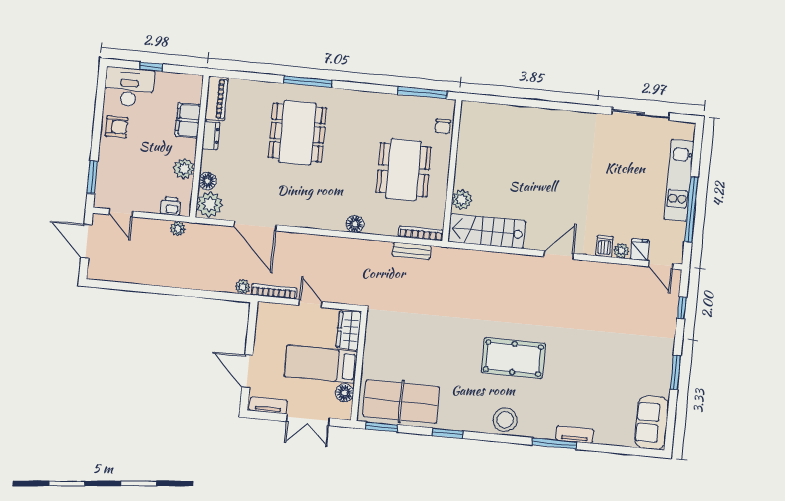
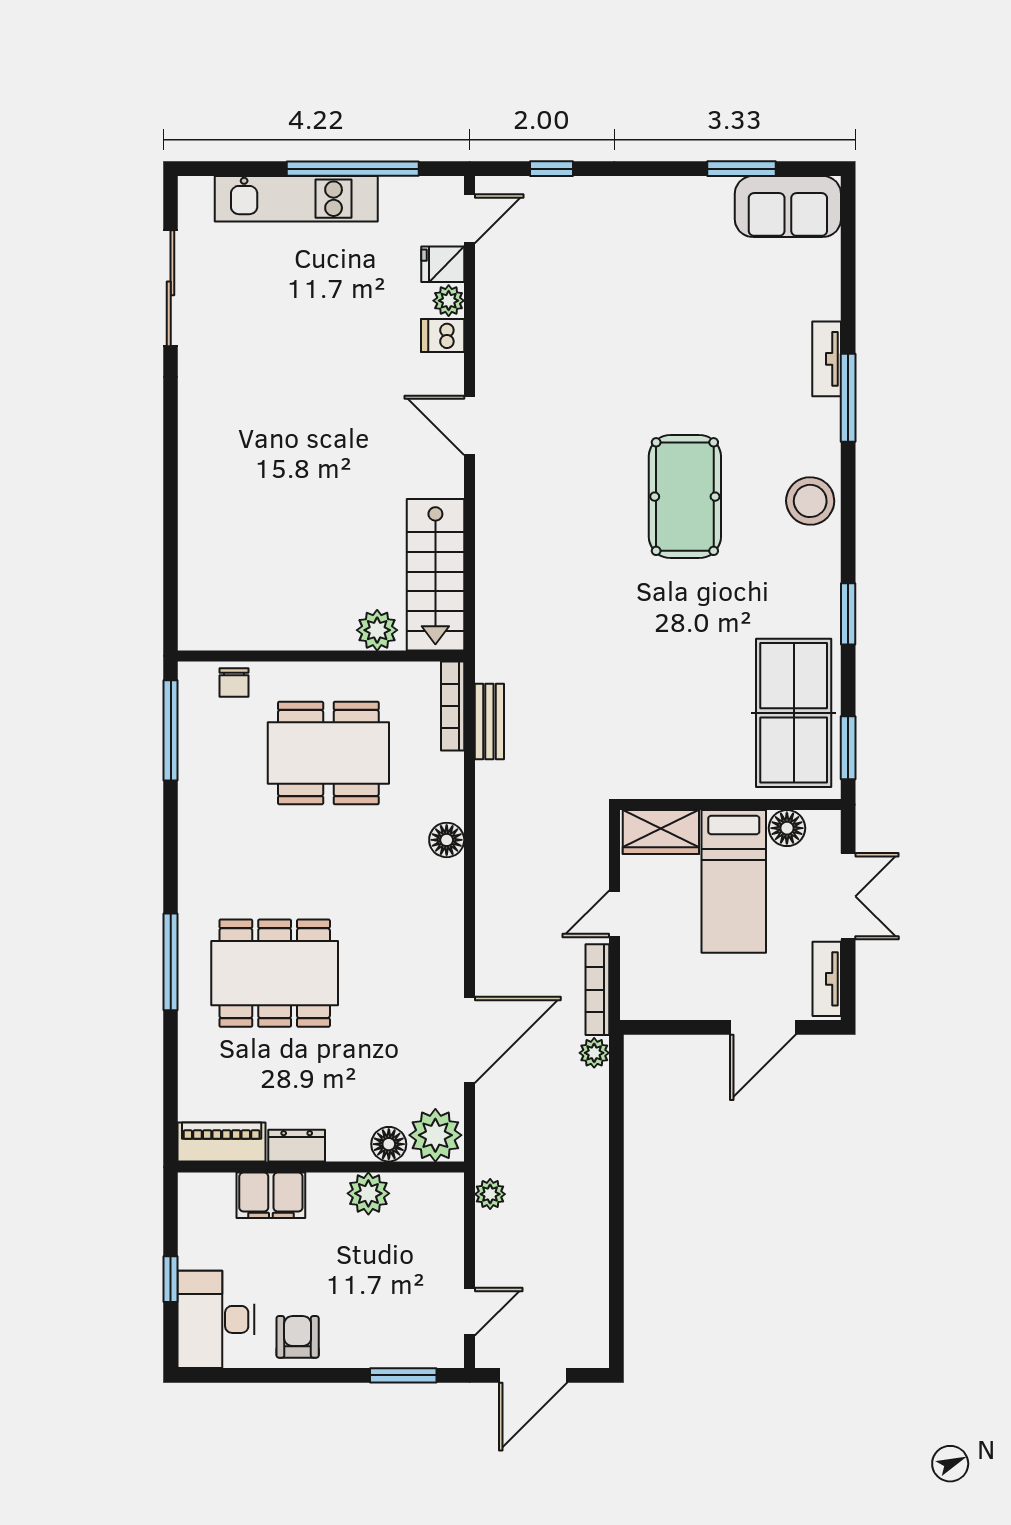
chair: (443, 126) -> (234, 683), turned 90
printer: (171, 206) -> (446, 1213), removed
window: (676, 372) -> (742, 169), moved

